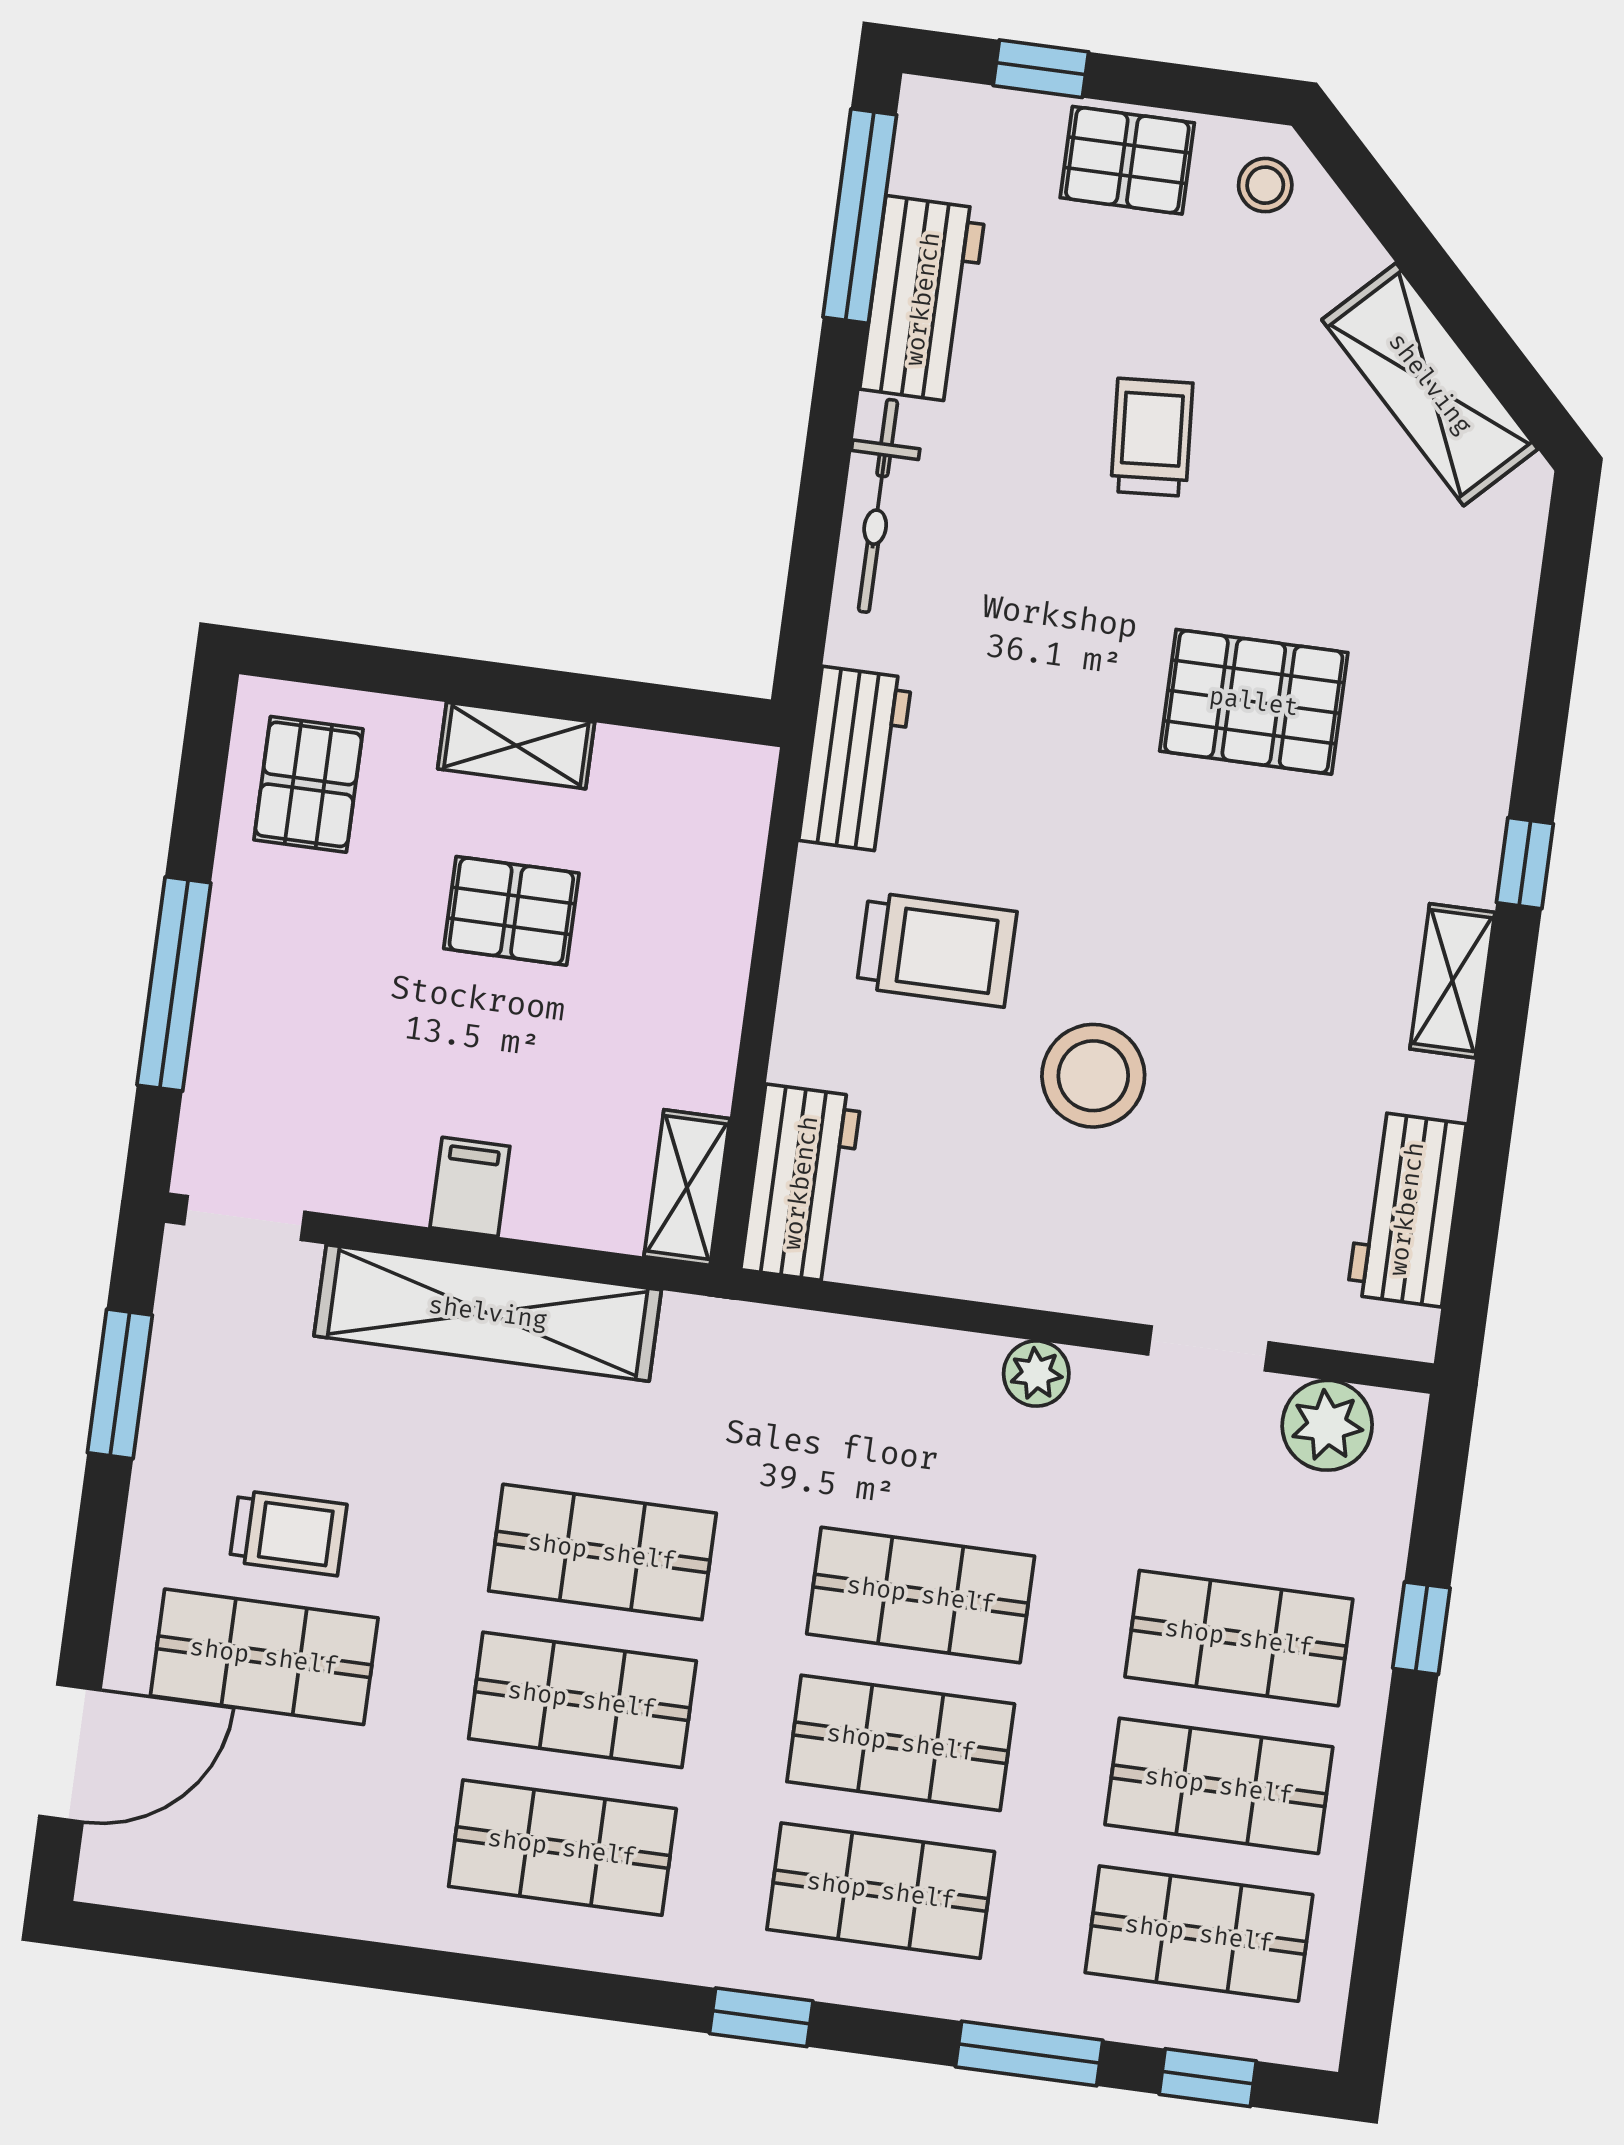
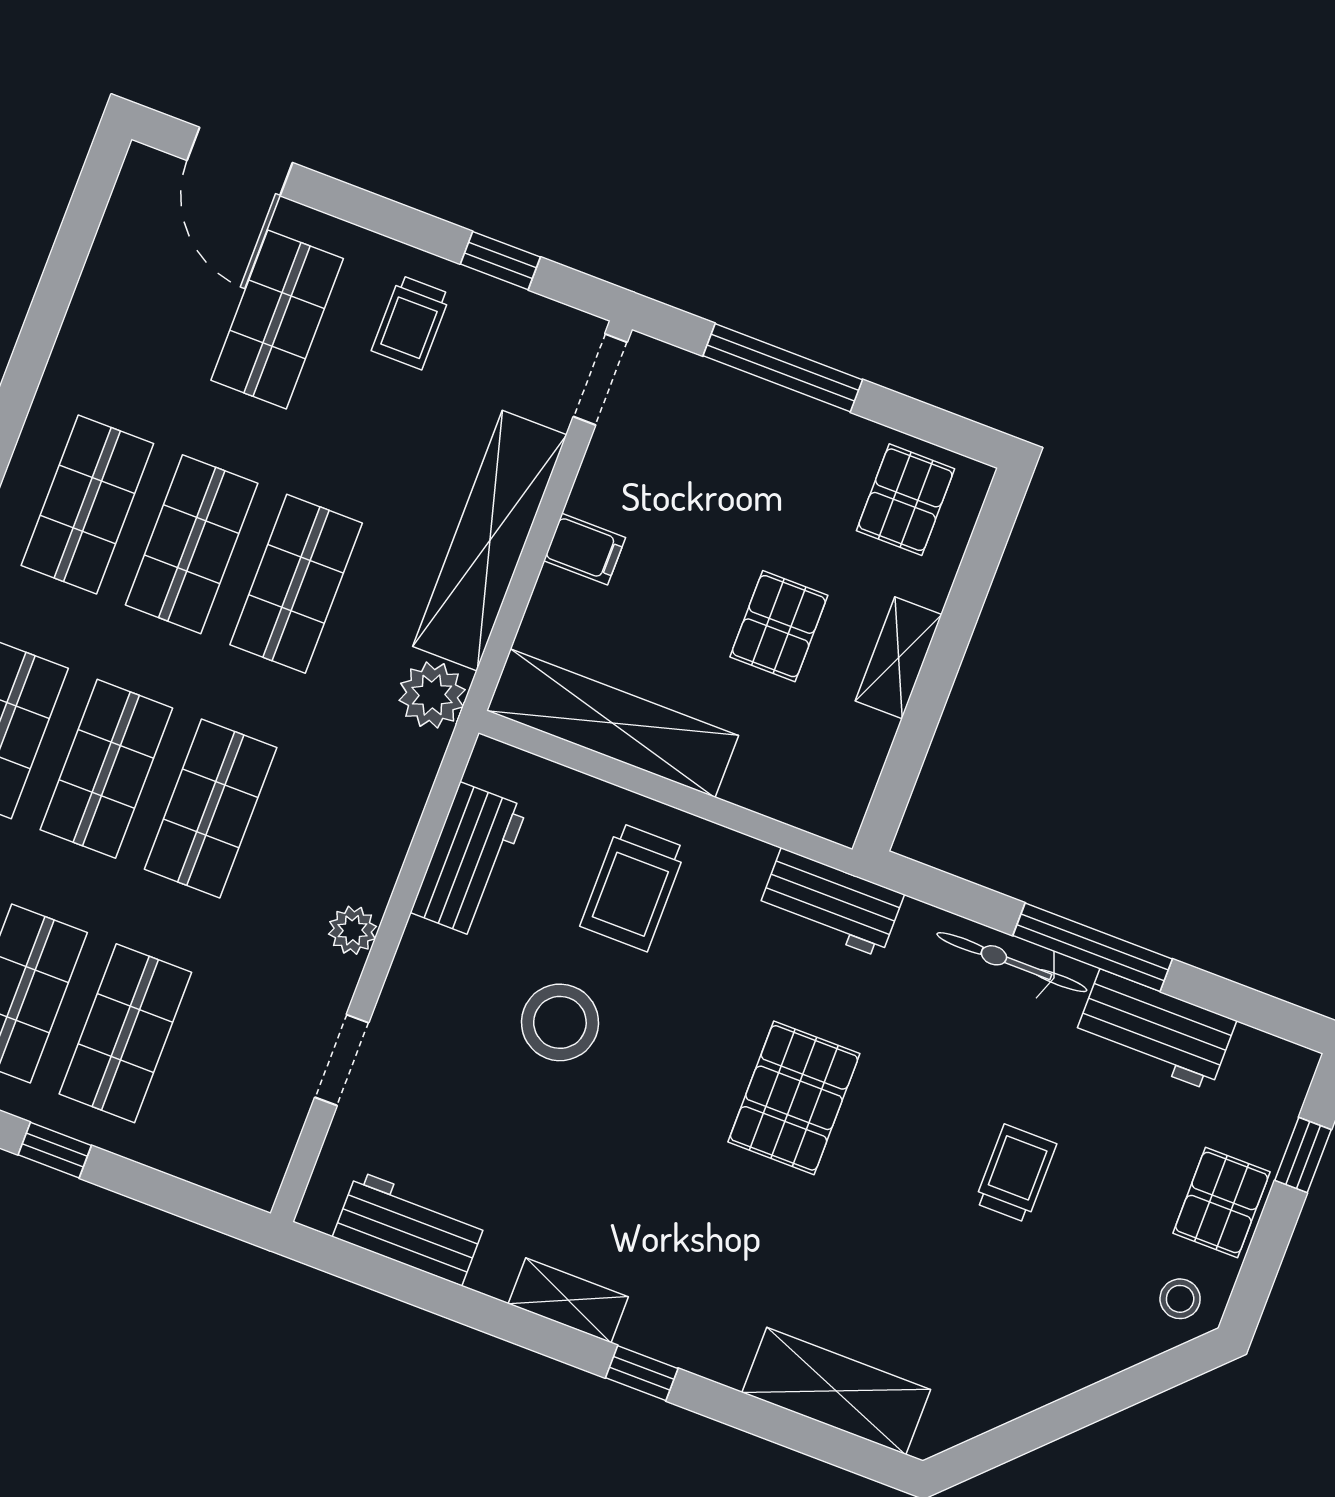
window: (860, 216) -> (1093, 947), moved
shelving: (1430, 384) -> (836, 1391), moved, turned 45
trolley: (1152, 437) -> (1015, 1173), turned -86
pallet: (1254, 702) -> (794, 1098), moved
pallet: (308, 784) -> (906, 500), turned 90
trolley: (937, 949) -> (633, 887), moved
workbench: (801, 1183) -> (469, 860), moved, turned -90
shelving: (687, 1188) -> (613, 723), width x2.20, depth x1.33
window: (120, 1384) -> (500, 261), width x0.67
plant: (1327, 1425) -> (432, 695), moved
trolley: (288, 1533) -> (411, 322), moved
window: (1421, 1628) -> (55, 1150), moved

